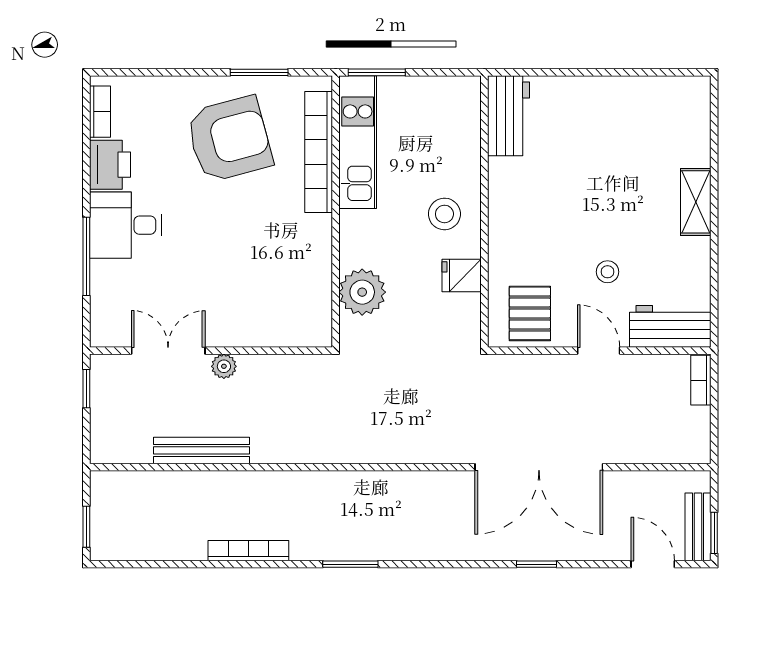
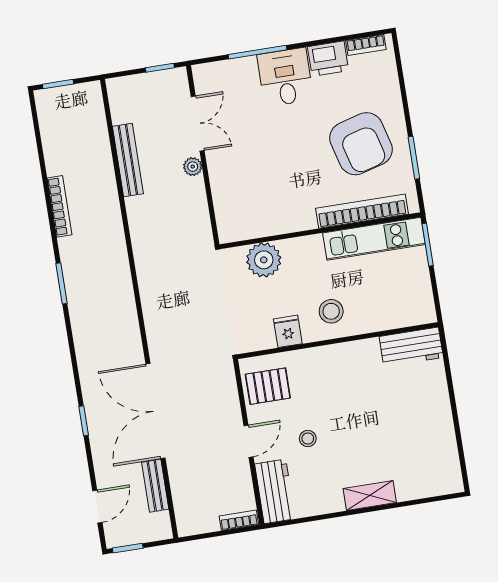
bench: (698, 527) -> (155, 486), moved, turned 90

